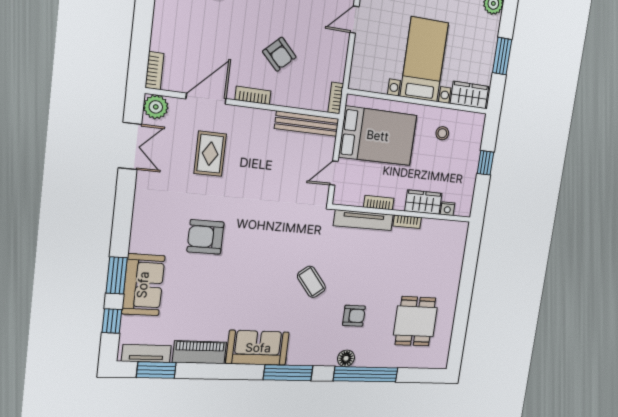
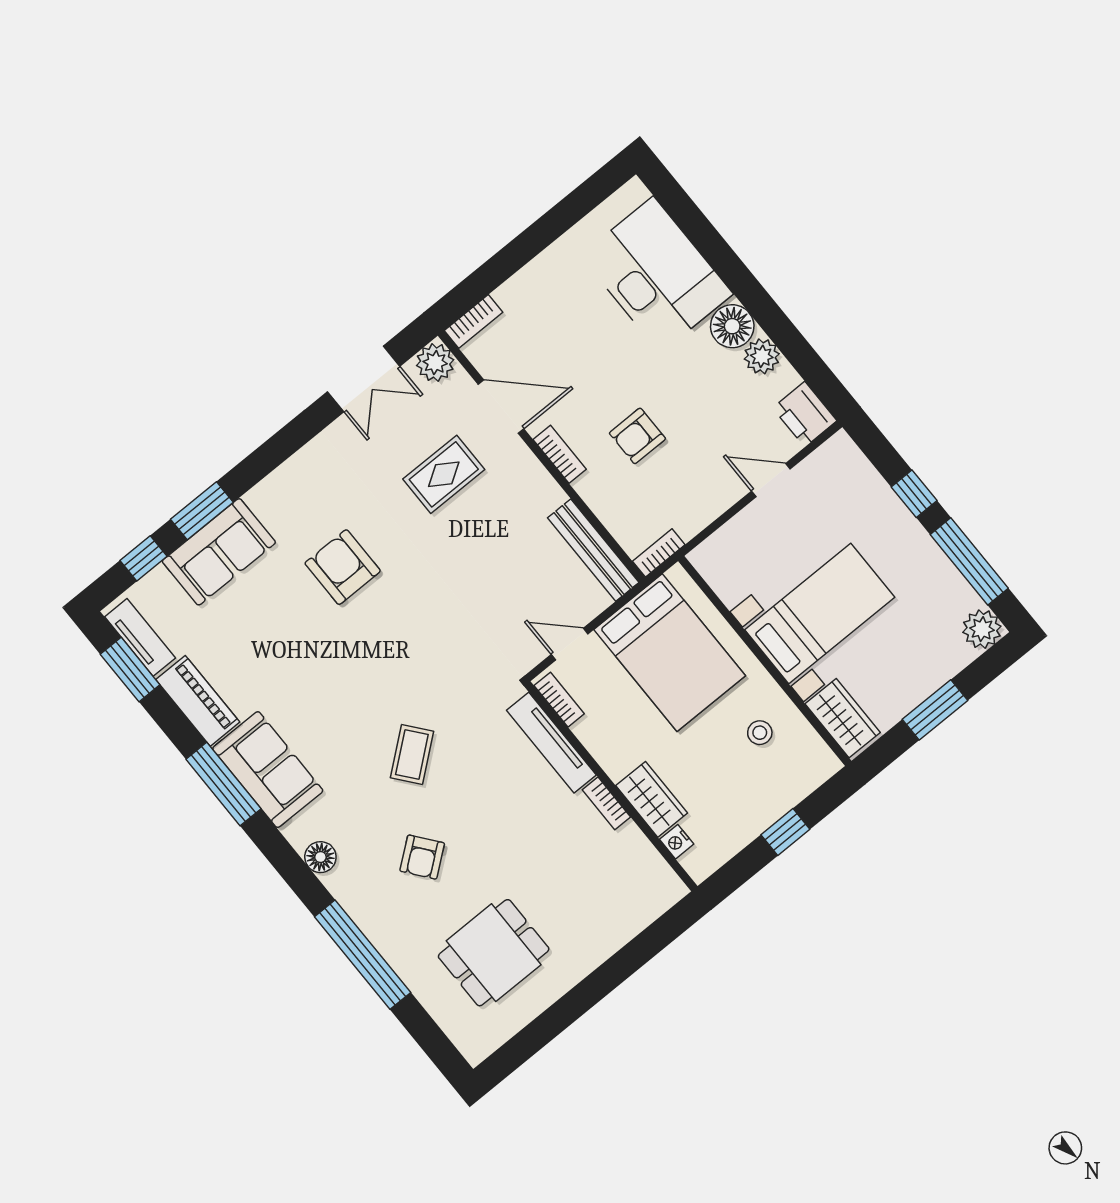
armchair: (279, 54) -> (637, 436), turned 44
bookcase: (379, 203) -> (559, 700), moved
armchair: (354, 316) -> (422, 857), turned 52
floor lamp: (346, 358) -> (320, 857), moved
window: (288, 373) -> (223, 784), moved

